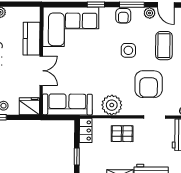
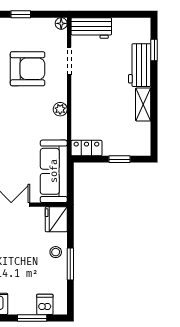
plant: (112, 105) -> (60, 109), width x0.53, depth x0.53
pallet: (122, 134) -> (90, 102), removed

